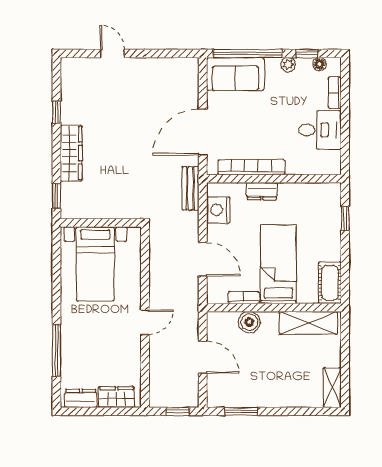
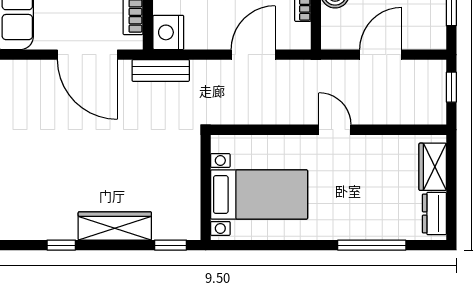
nightstand: (218, 210) -> (168, 32), moved, turned 90

